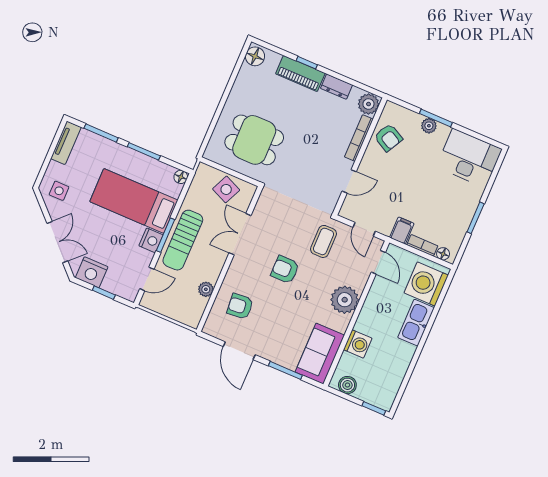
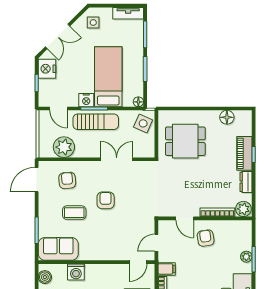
floor lamp: (255, 56) -> (227, 117), moved
armchair: (388, 138) -> (206, 238), moved, turned 143
dining table: (254, 140) -> (185, 141), turned 90
side table: (226, 189) -> (143, 123), moved
sun lounger: (183, 240) -> (96, 122), turned 180
coffee table: (324, 241) -> (74, 213), moved
plant: (206, 289) -> (64, 147), width x1.88, depth x1.88
plant: (345, 300) -> (102, 250), removed
door: (239, 351) -> (37, 180), moved

